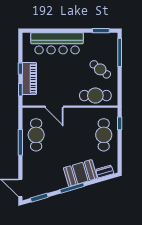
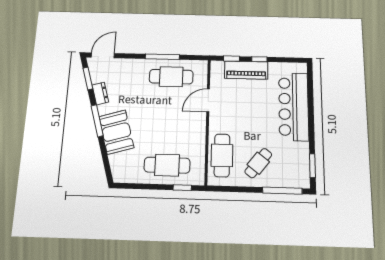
dresser: (105, 172) -> (100, 94), moved

